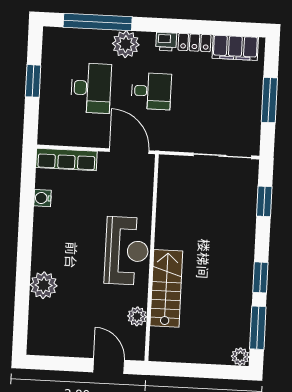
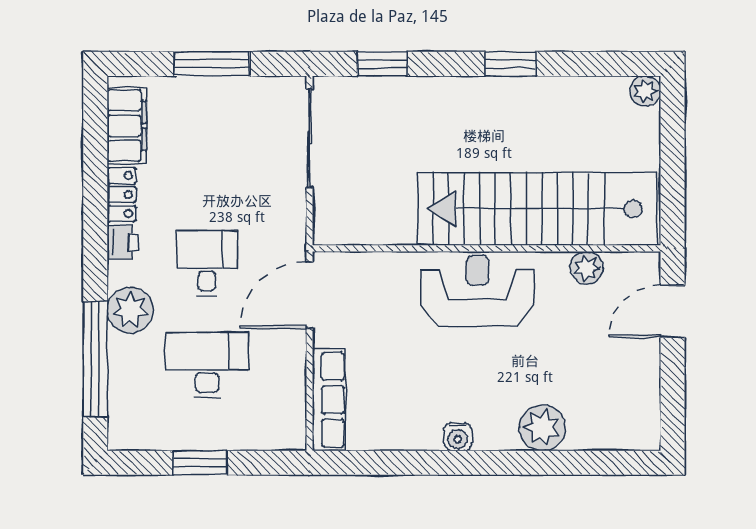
water cooler: (43, 198) -> (458, 437), moved
stairs: (166, 288) -> (537, 209), width x1.86, depth x1.51
window: (258, 328) -> (595, 64), removed

